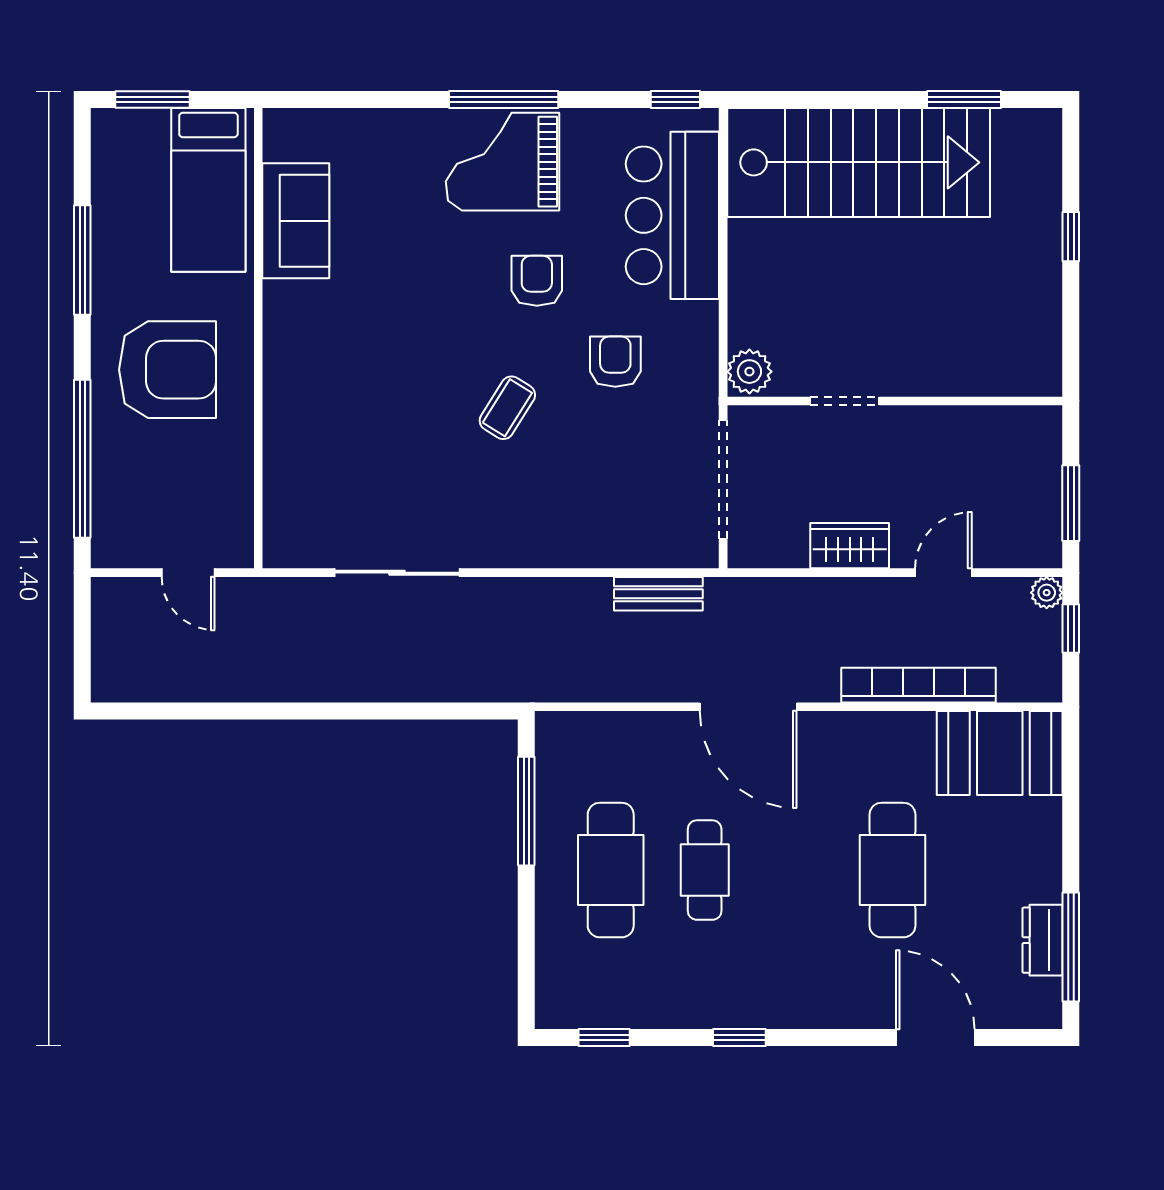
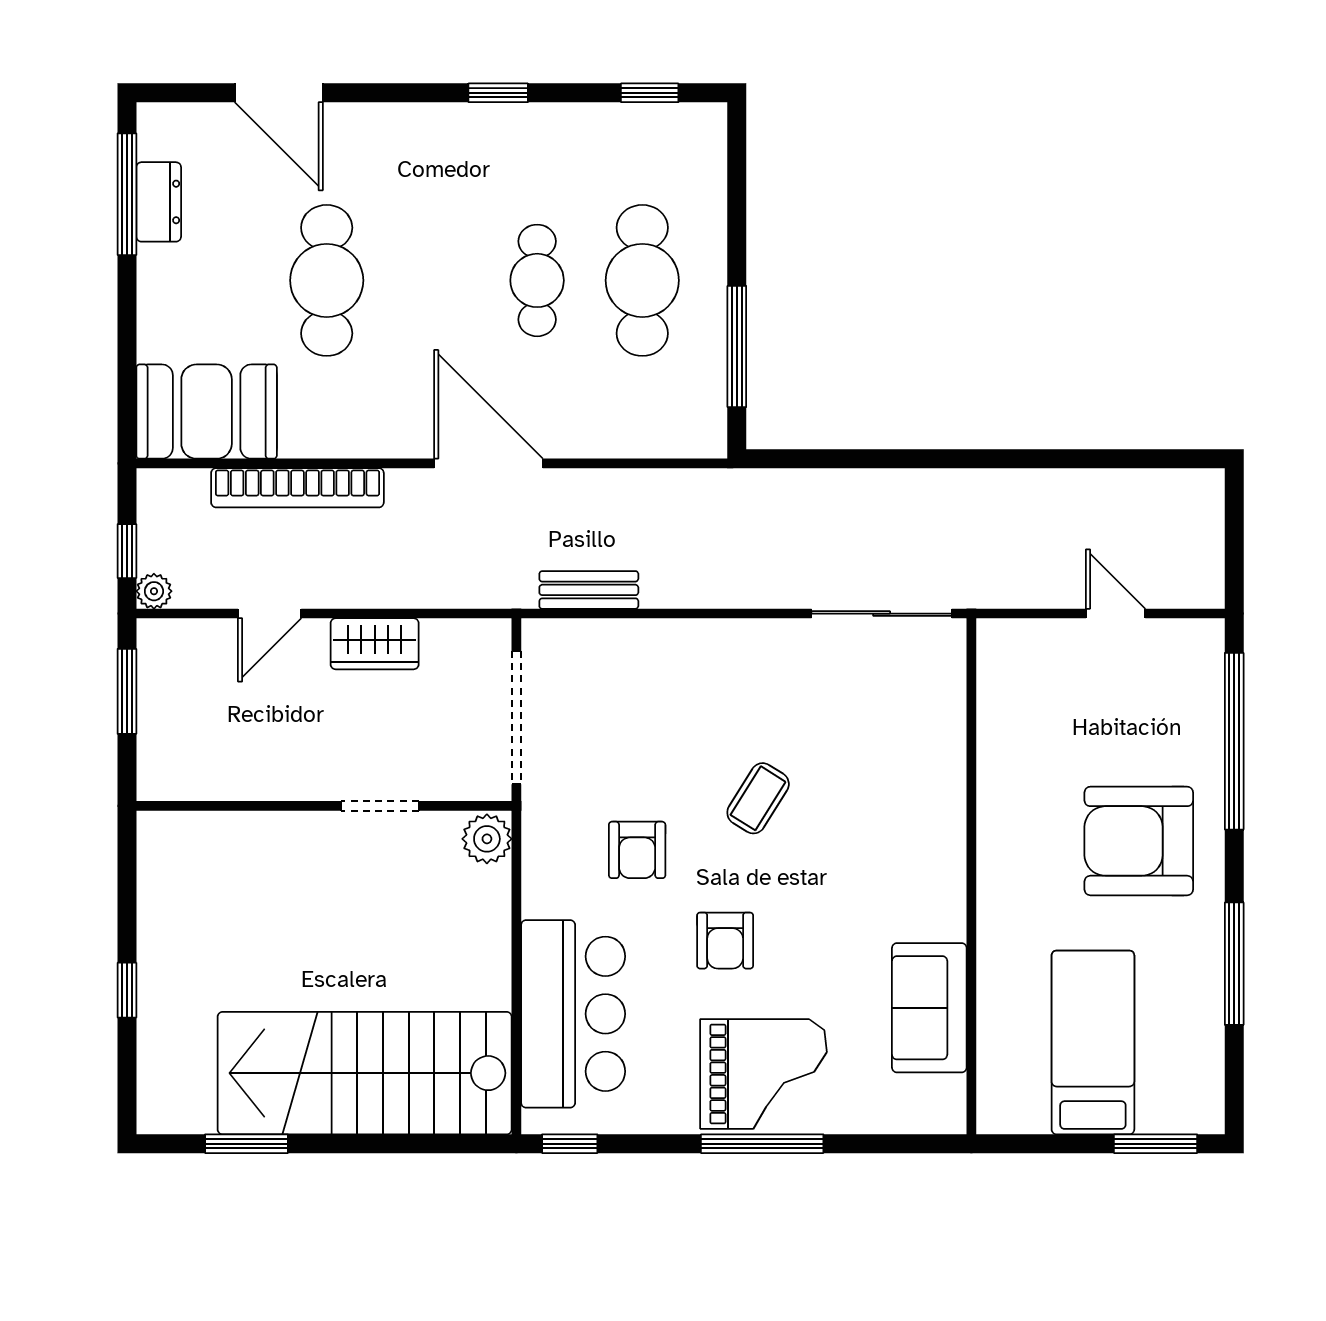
sofa: (296, 221) -> (929, 1008), moved
wall: (258, 338) -> (971, 876), moved

